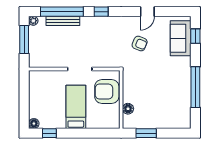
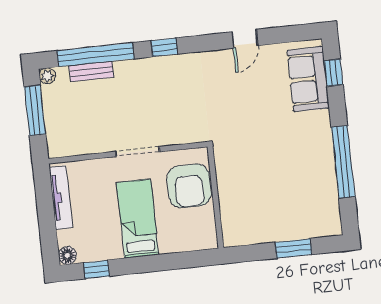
bench: (63, 21) -> (91, 71), width x0.73
armchair: (140, 44) -> (237, 96), removed
tv unit: (34, 90) -> (61, 198), added
armchair: (107, 92) -> (189, 186), turned -90
floor lamp: (128, 109) -> (229, 212), removed
window: (146, 133) -> (293, 248), moved

